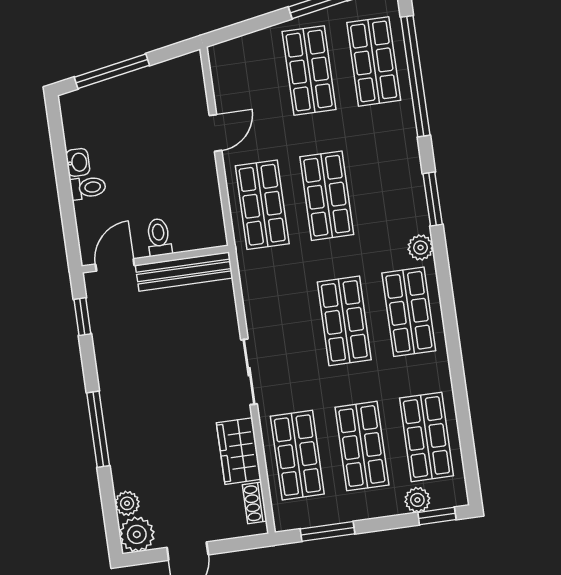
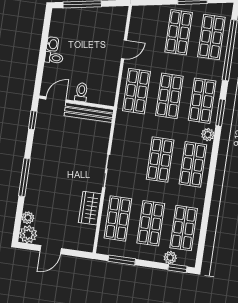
shop shelf: (391, 187) -> (202, 101), added
shoe rack: (255, 503) -> (90, 236), removed

